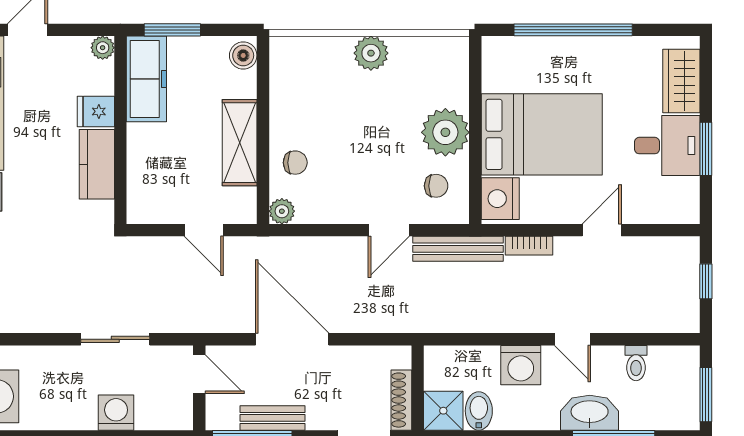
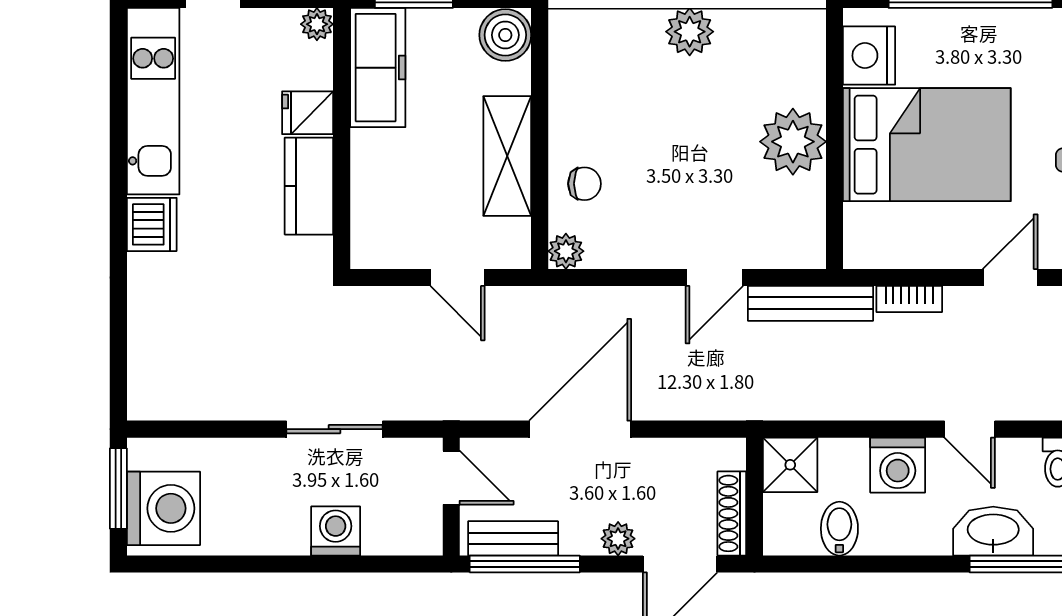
boiler: (243, 55) -> (505, 35), width x1.36, depth x1.36
chair: (436, 186) -> (780, 216), removed
nightstand: (500, 199) -> (869, 56), moved
door: (292, 339) -> (580, 429), hinge flipped
shower: (443, 411) -> (790, 465), moved
bench: (272, 418) -> (513, 538), moved
plant: (319, 418) -> (618, 539), added

